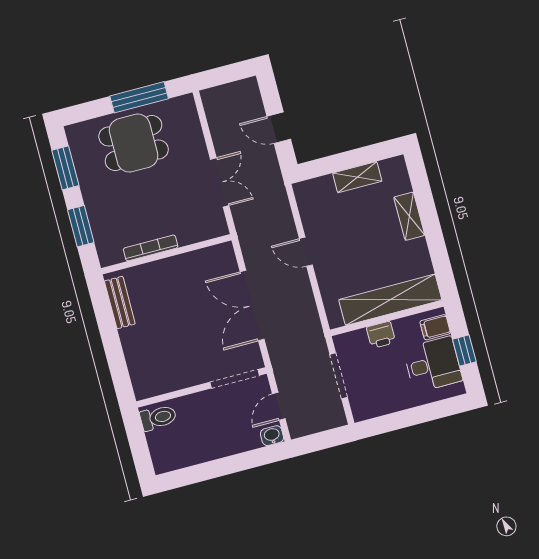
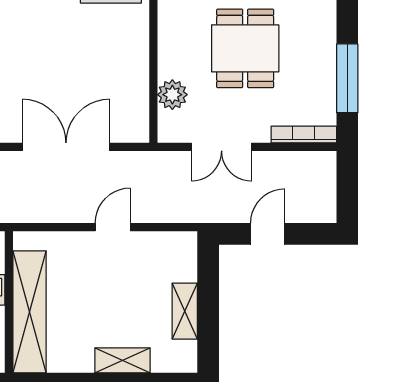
dining table: (134, 143) -> (245, 48), moved
plant: (189, 232) -> (172, 95), added
bookcase: (151, 248) -> (304, 135), moved, turned -90

